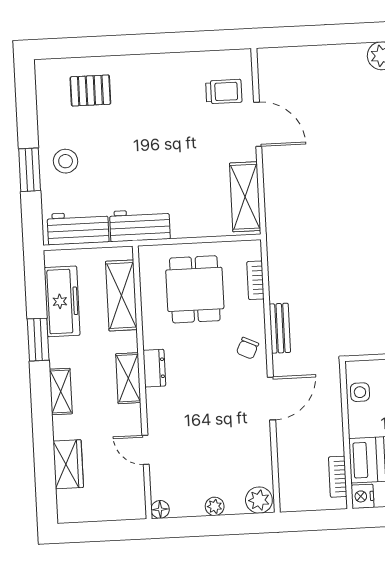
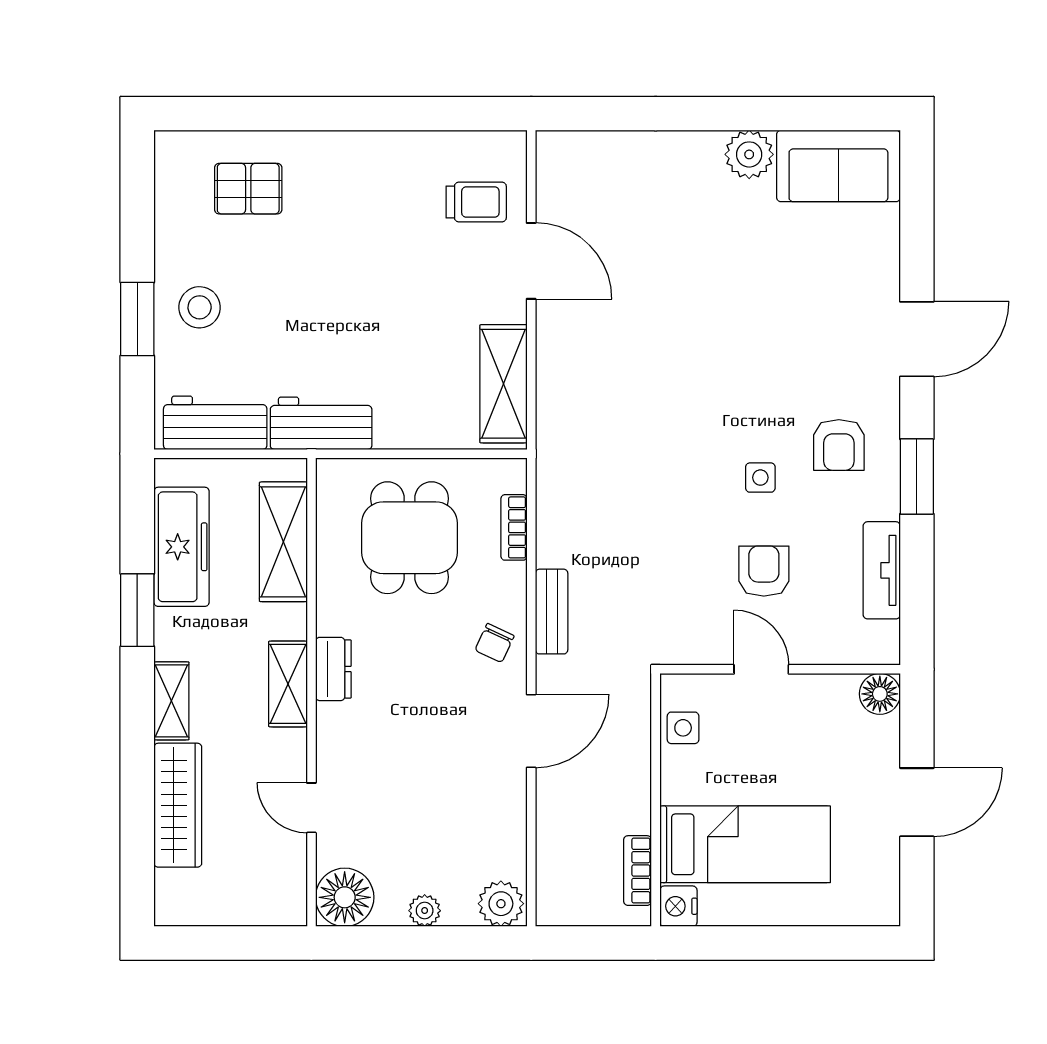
wardrobe: (68, 464) -> (178, 805), width x1.50
floor lamp: (160, 509) -> (345, 897), width x1.89, depth x1.89

